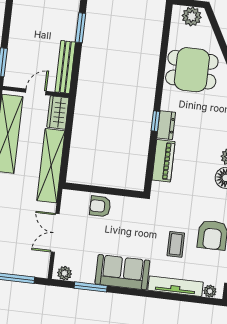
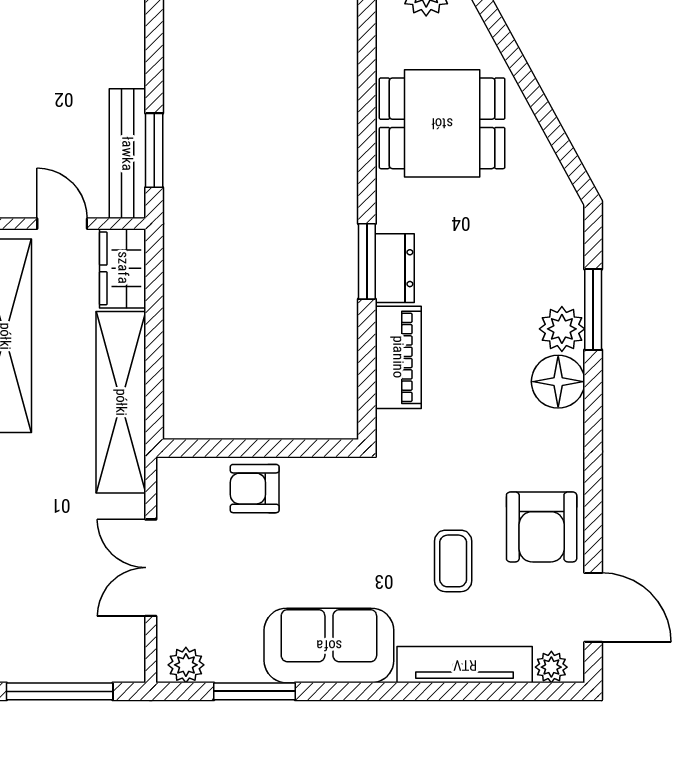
window: (81, 28) -> (154, 150), moved
door: (36, 92) -> (62, 224), hinge flipped
window: (155, 121) -> (367, 261), width x1.50

